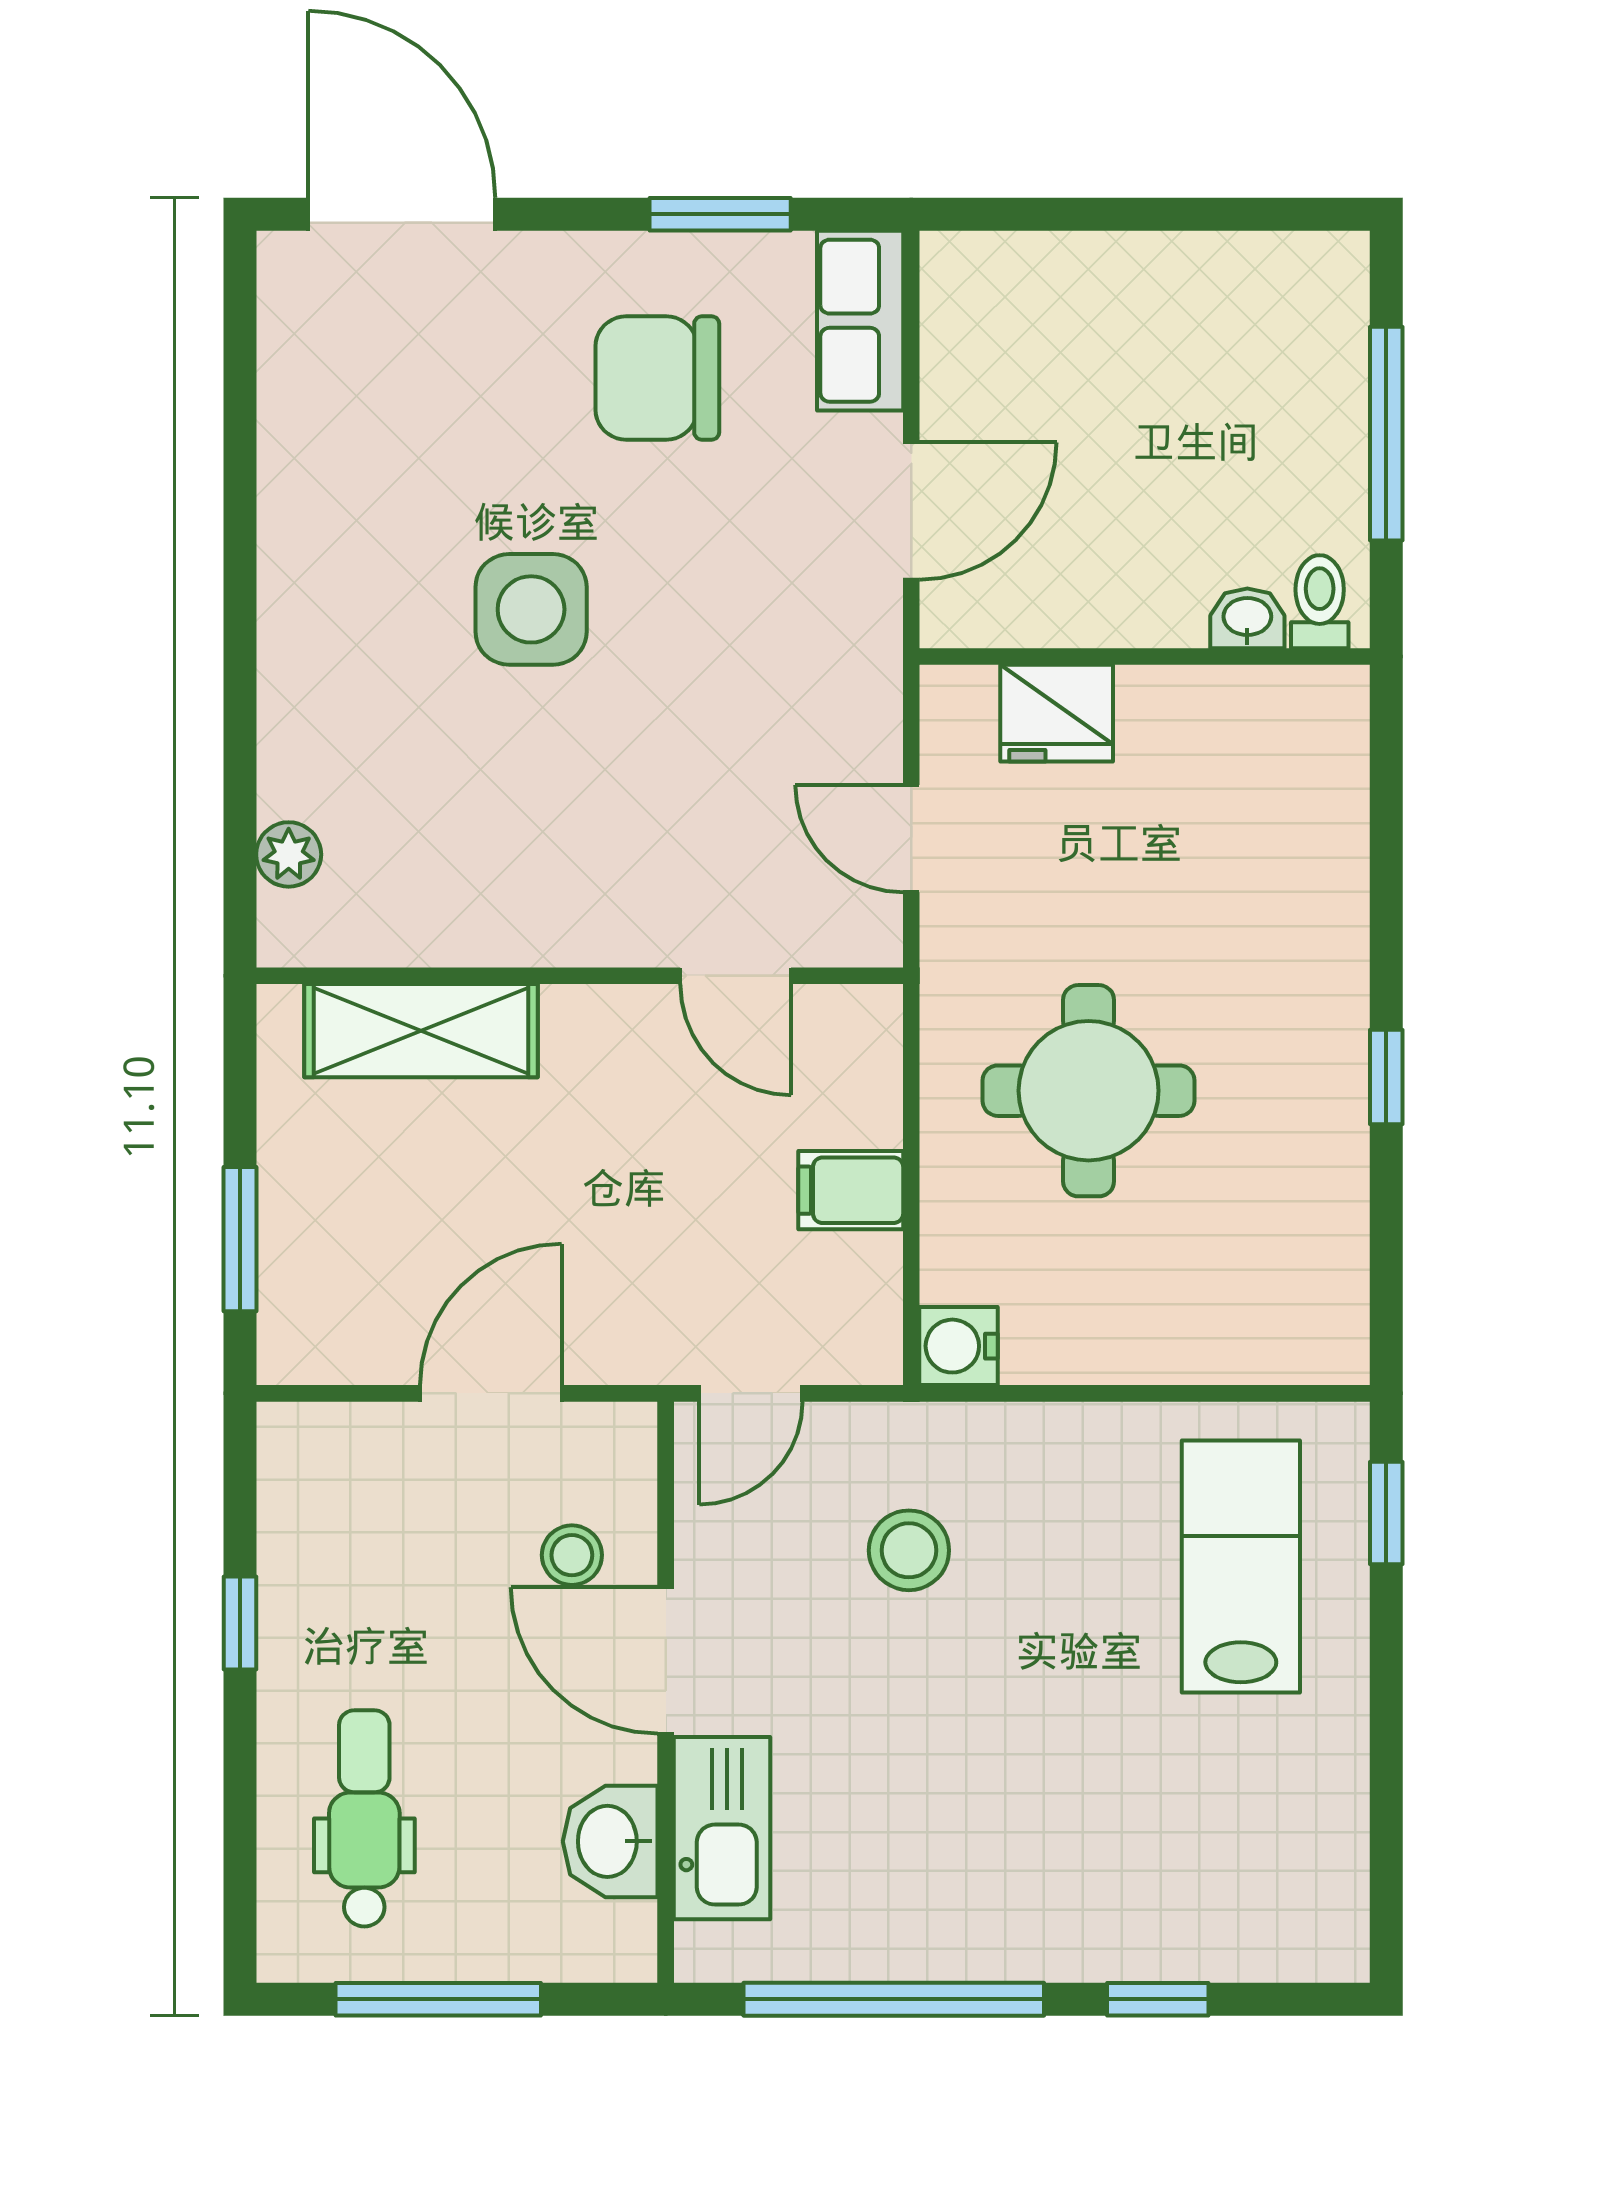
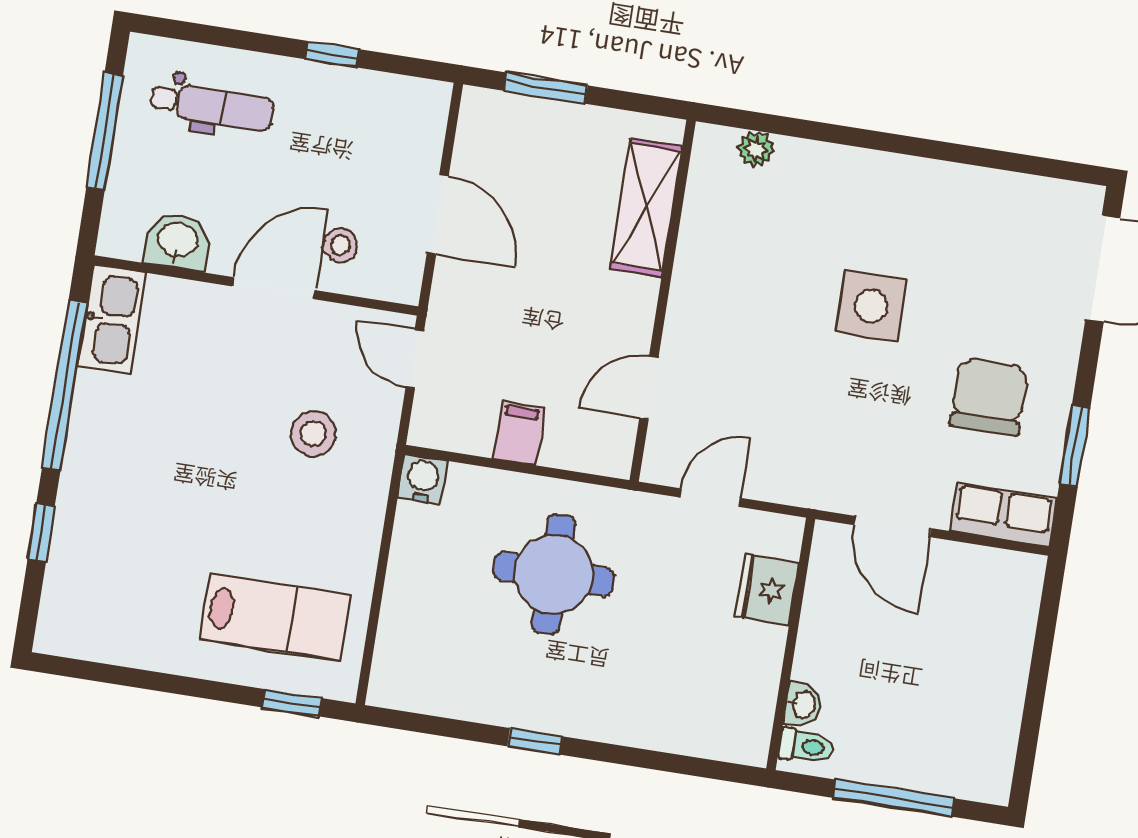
kitchen sink: (722, 1828) -> (112, 319), moved, turned -90

